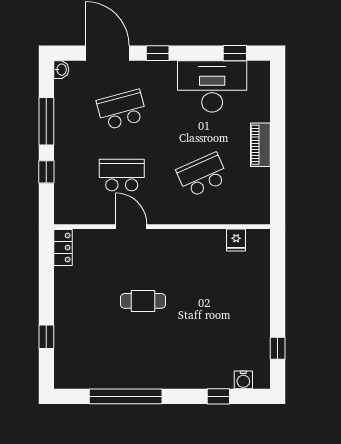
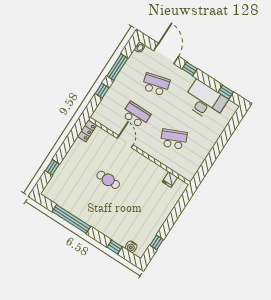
piano: (260, 145) -> (210, 142), removed

